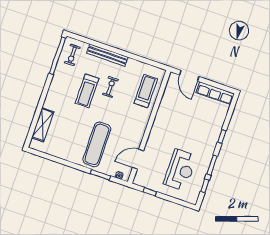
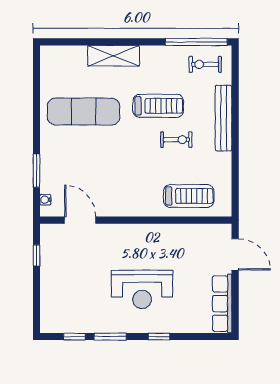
door: (189, 76) -> (235, 254), swing flipped
treadmill: (87, 91) -> (158, 106), turned 180
shelving: (43, 125) -> (114, 56), moved
exercise mat: (97, 144) -> (83, 112), moved
reception desk: (180, 170) -> (142, 289), moved

